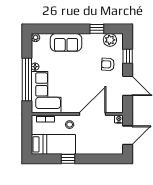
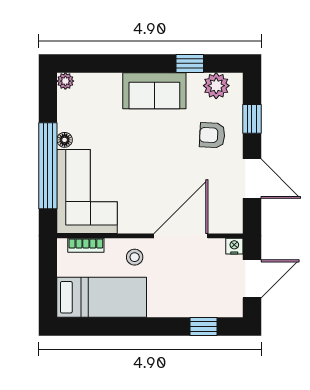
sofa: (66, 42) -> (154, 91), moved
window: (68, 159) -> (203, 326), moved

